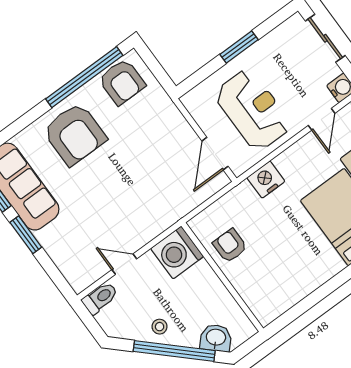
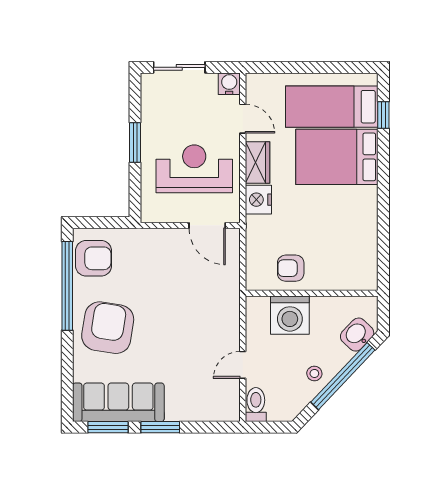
armchair: (75, 134) -> (108, 328), turned -81
wardrobe: (295, 157) -> (257, 163), added
washing machine: (177, 252) -> (290, 315), moved

